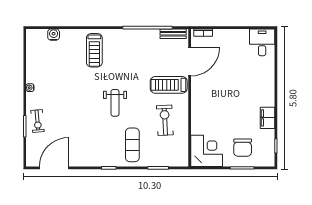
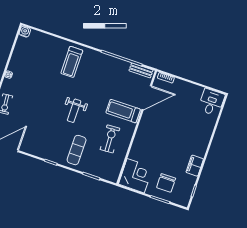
water cooler: (54, 35) -> (25, 32), moved

